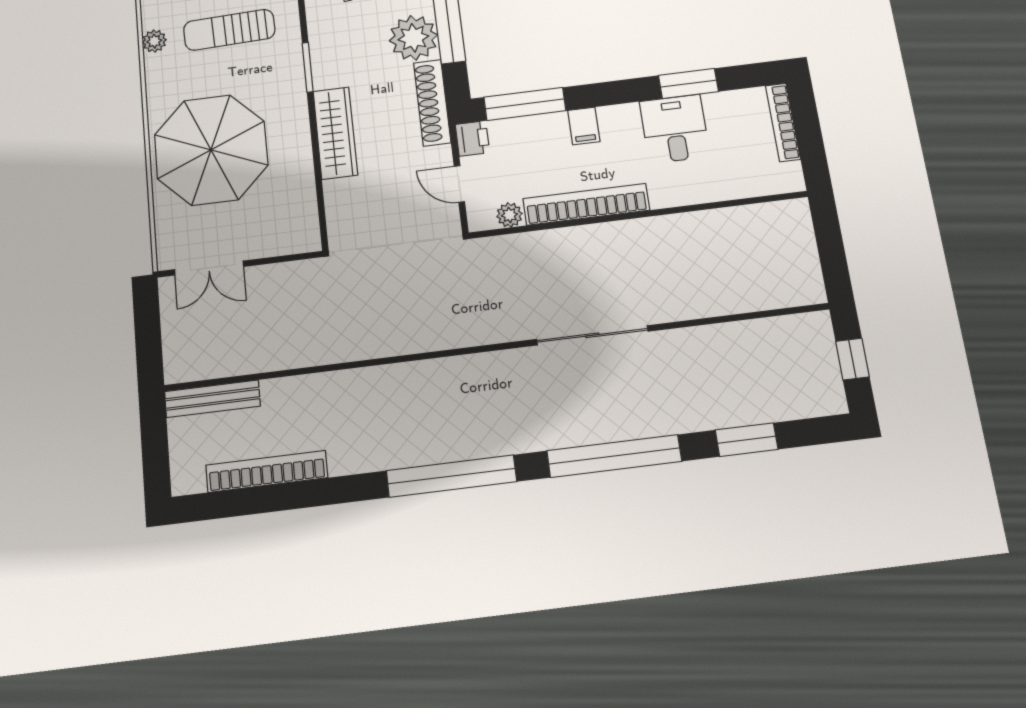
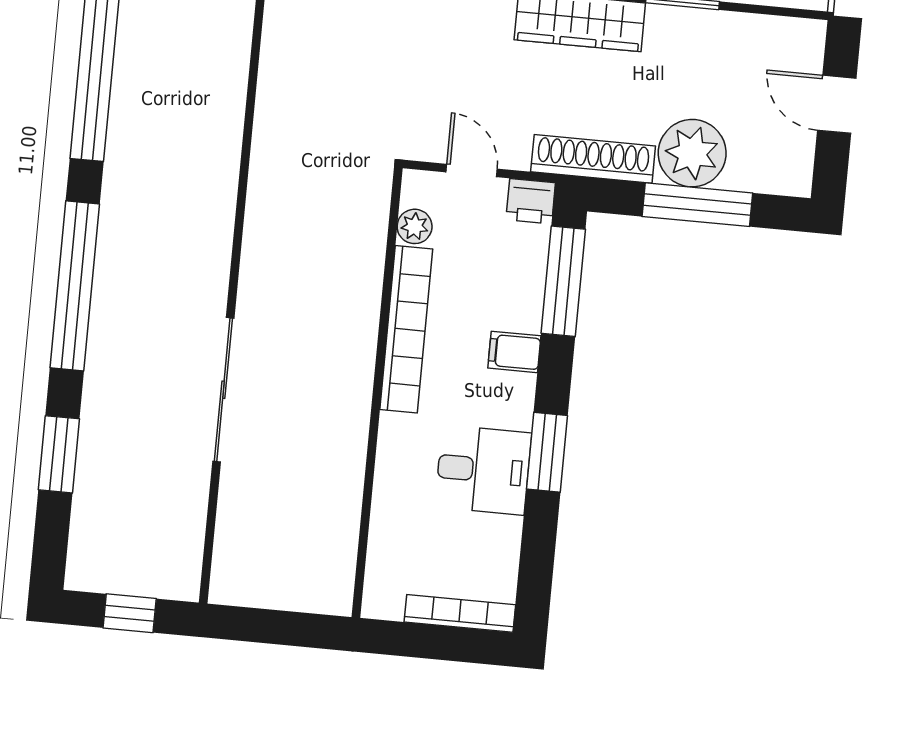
window: (688, 84) -> (547, 452), moved
door: (459, 184) -> (472, 171), hinge flipped
sliding door: (592, 335) -> (223, 390), moved

